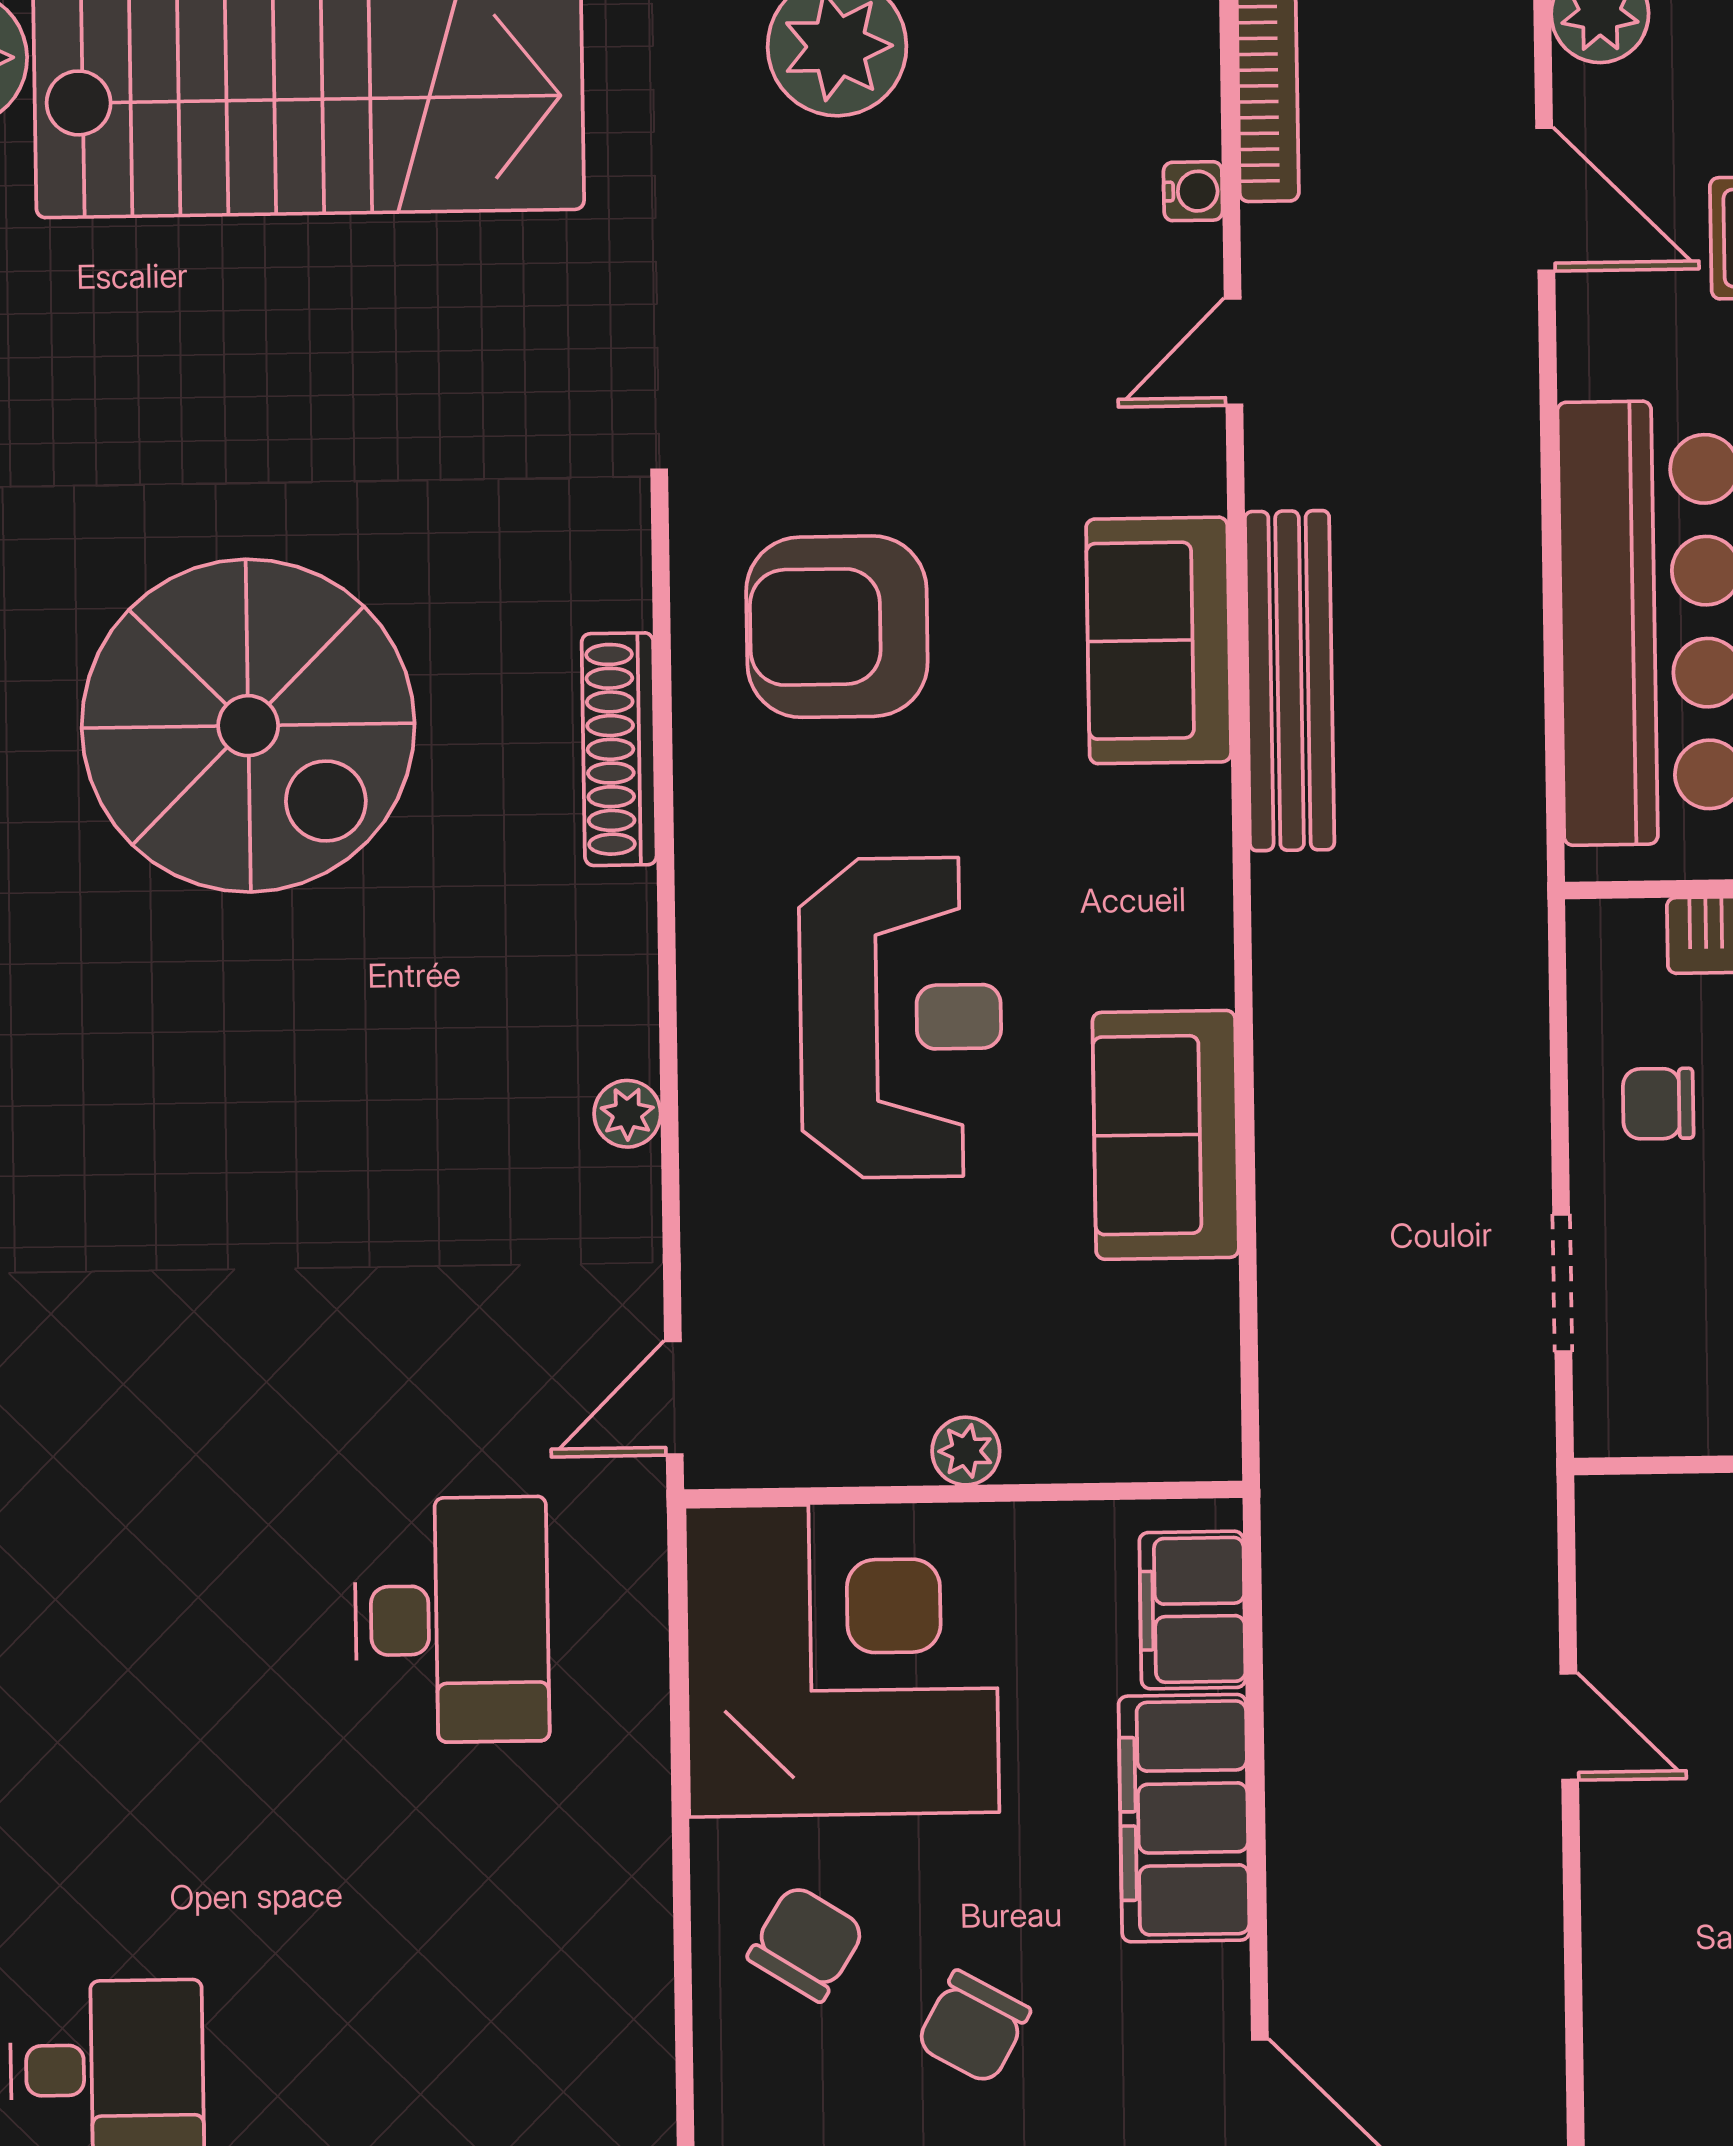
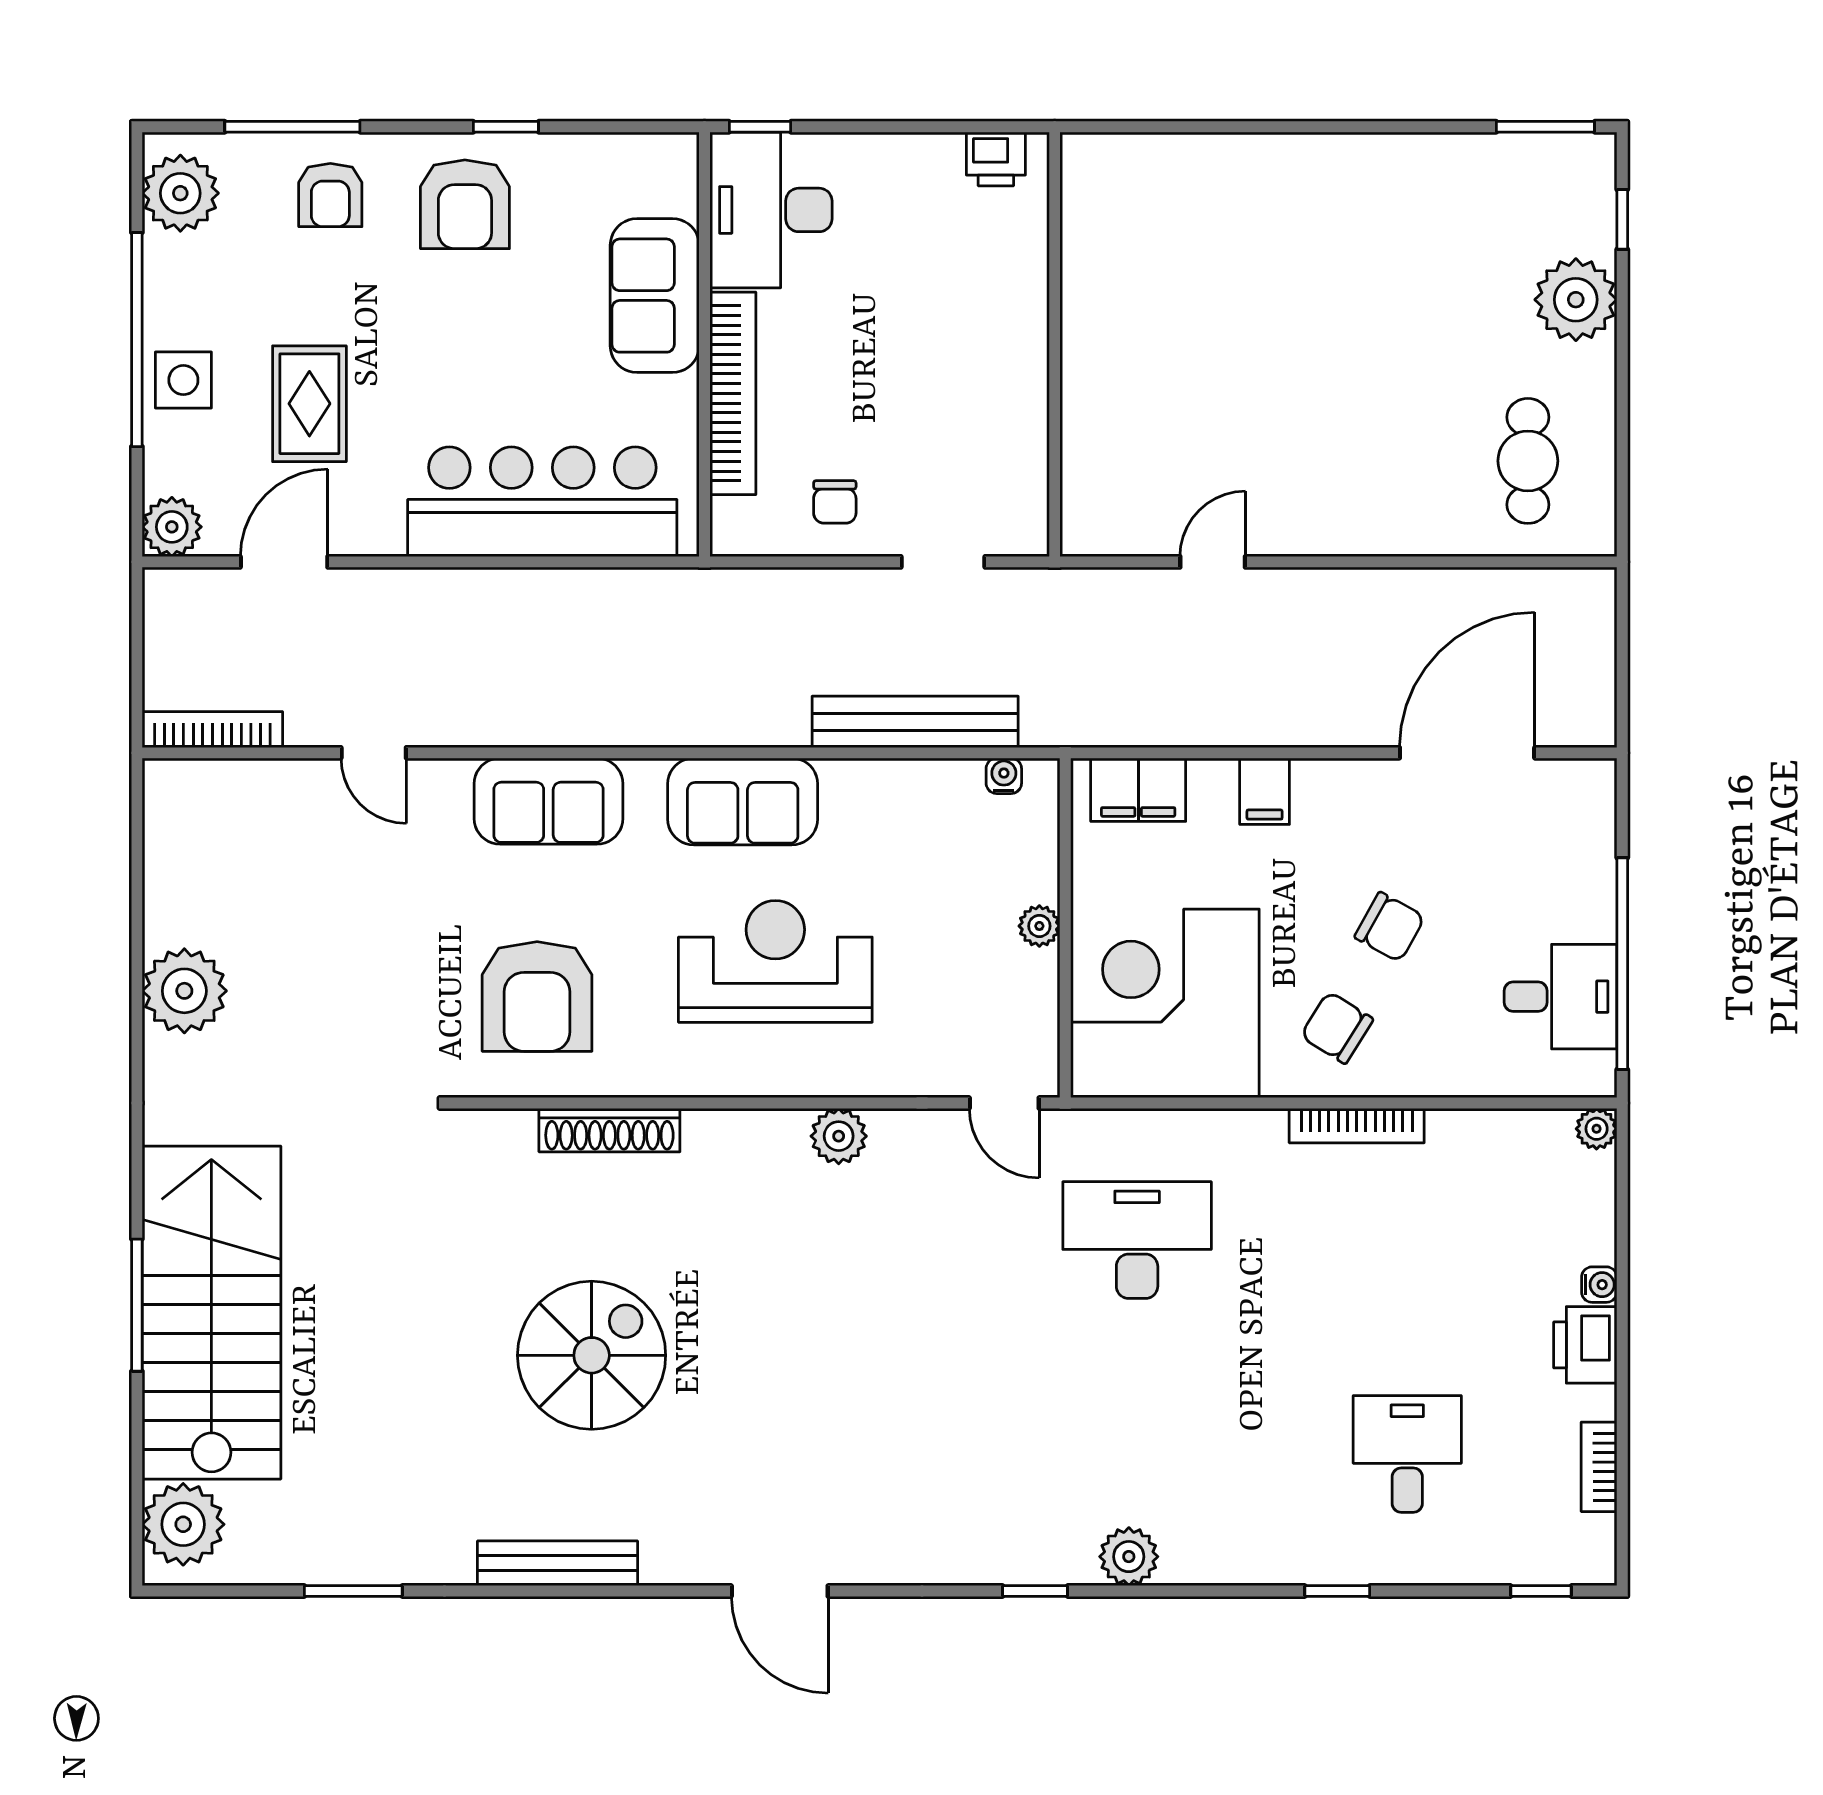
water cooler: (1193, 191) -> (1004, 776), moved
bench: (1290, 681) -> (915, 722), moved
spiral stairs: (248, 726) -> (592, 1355), width x0.73, depth x0.73
plant: (627, 1114) -> (839, 1136), width x1.38, depth x1.38
sofa: (1166, 1135) -> (743, 802), moved
filing cabinet: (1184, 1818) -> (1265, 791), width x0.33, depth x0.86
bookcase: (646, 1978) -> (1357, 1126), added

